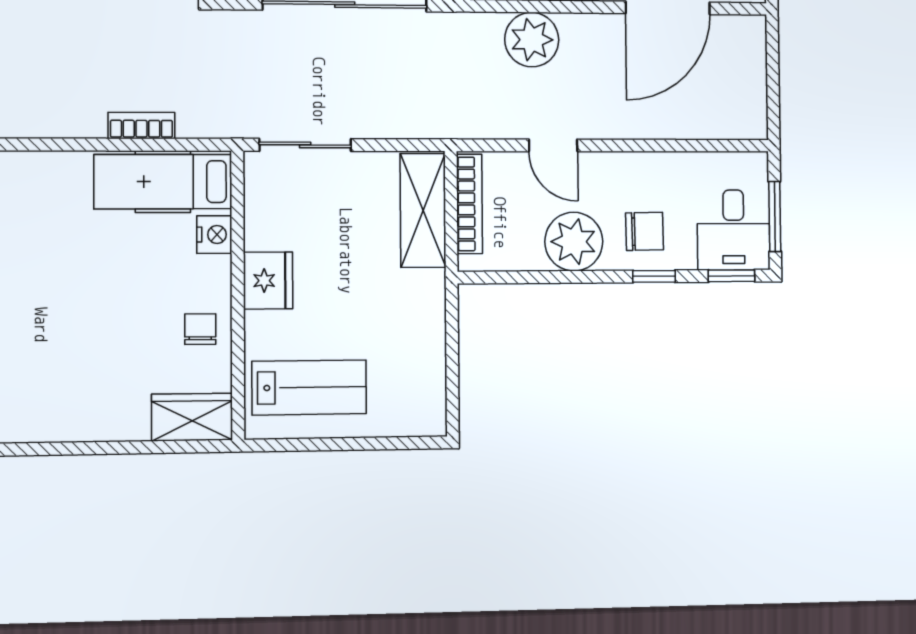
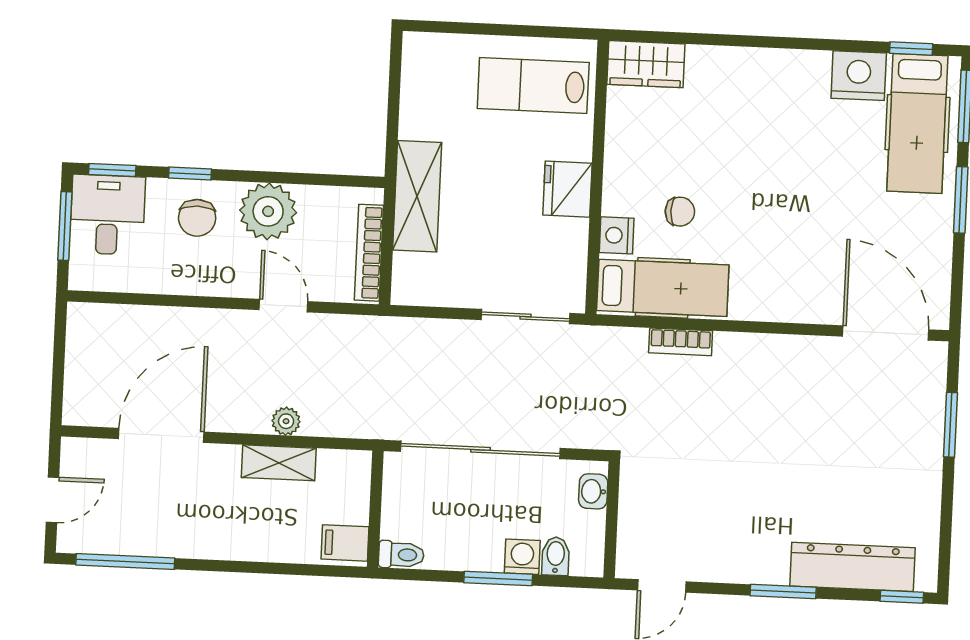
plant: (532, 40) -> (286, 421), width x0.53, depth x0.53
shelving: (423, 210) -> (417, 196), moved
chair: (645, 231) -> (197, 218), turned -89
chair: (200, 329) -> (680, 212), moved, turned -90

